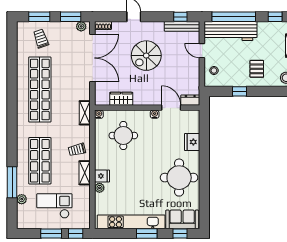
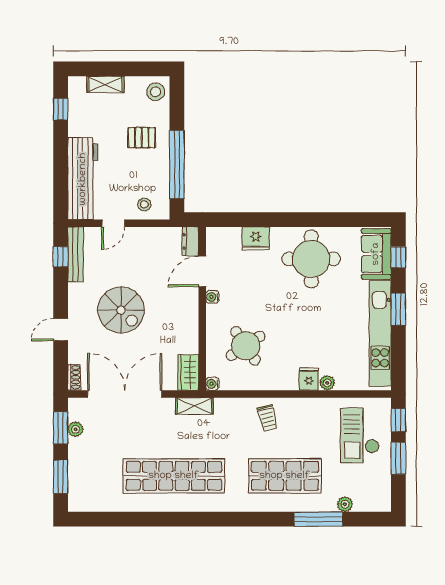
window: (234, 17) -> (61, 174), removed
plant: (81, 26) -> (76, 429), moved
trolley: (41, 39) -> (95, 474), removed
window: (240, 91) -> (177, 165), width x3.17
wardrobe: (121, 99) -> (188, 372), moved
shelving: (85, 113) -> (194, 406), moved
round table: (123, 136) -> (246, 346), turned -34
shelving: (85, 173) -> (304, 406), removed
checkout: (54, 206) -> (360, 435), moved

